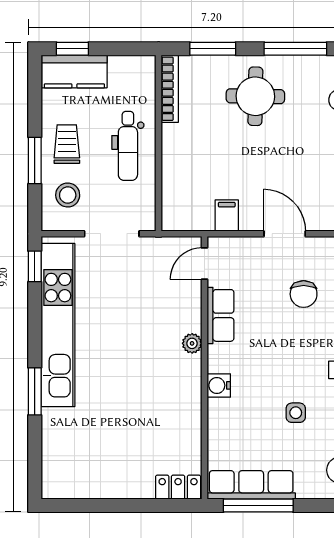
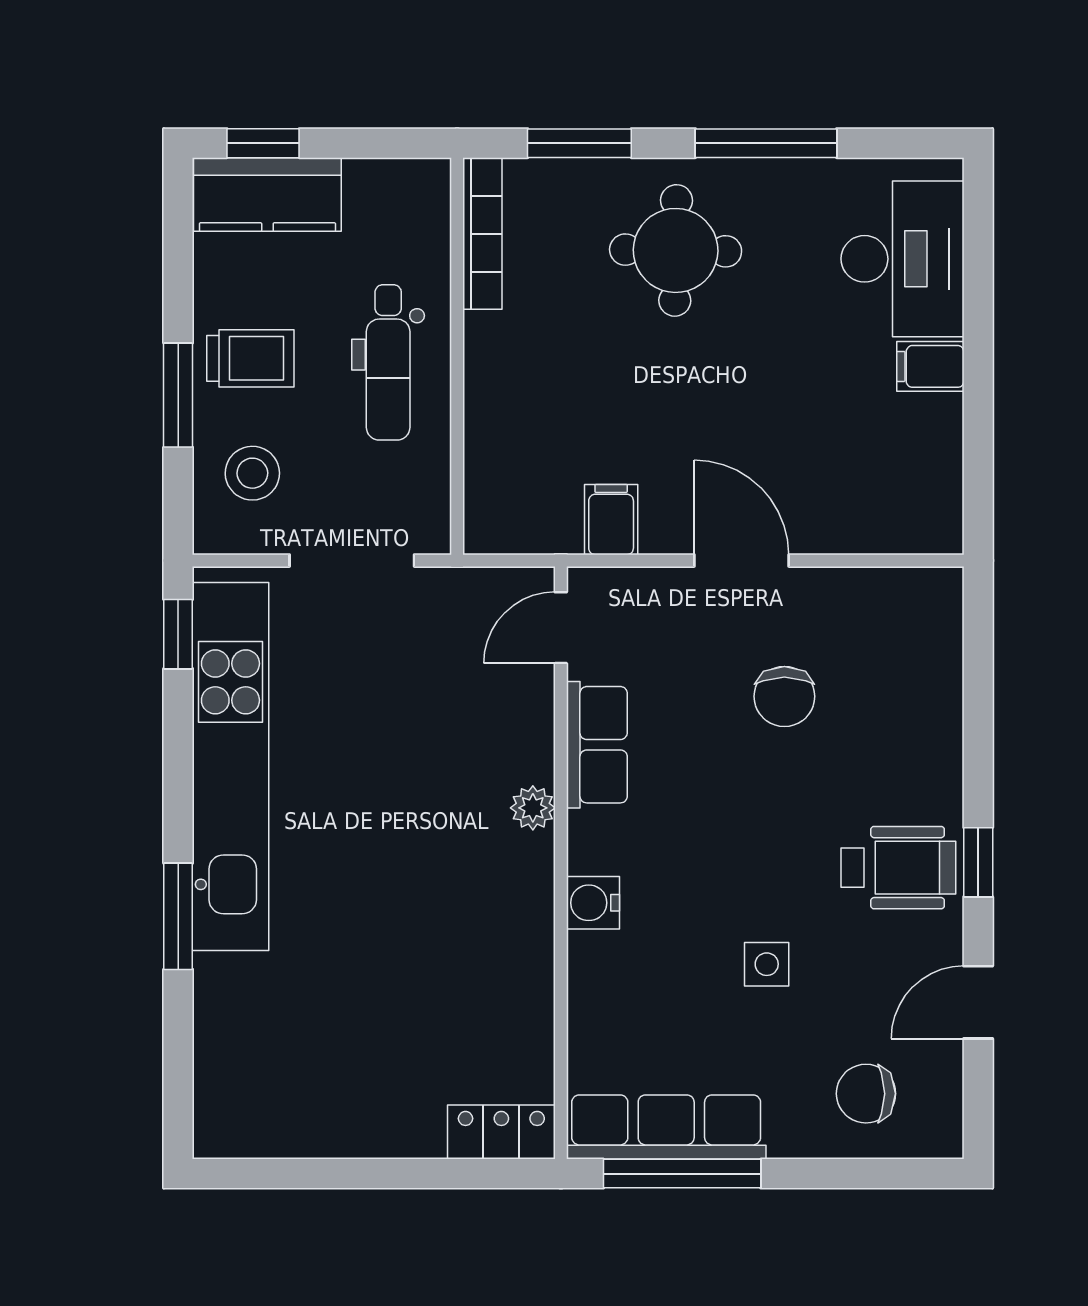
trolley: (67, 144) -> (250, 358), turned 90

